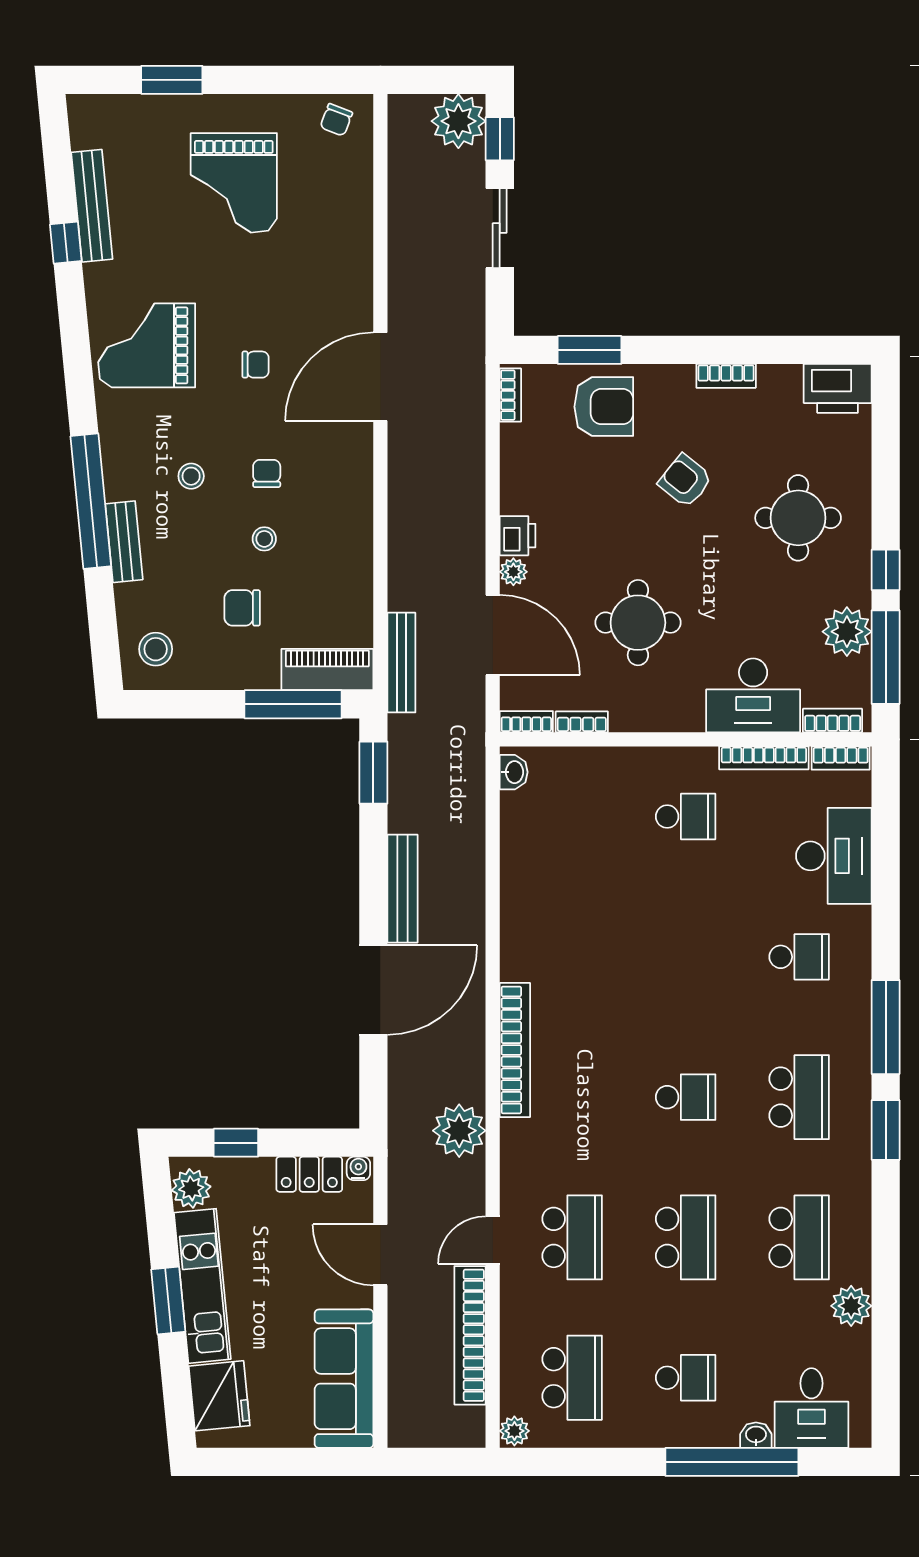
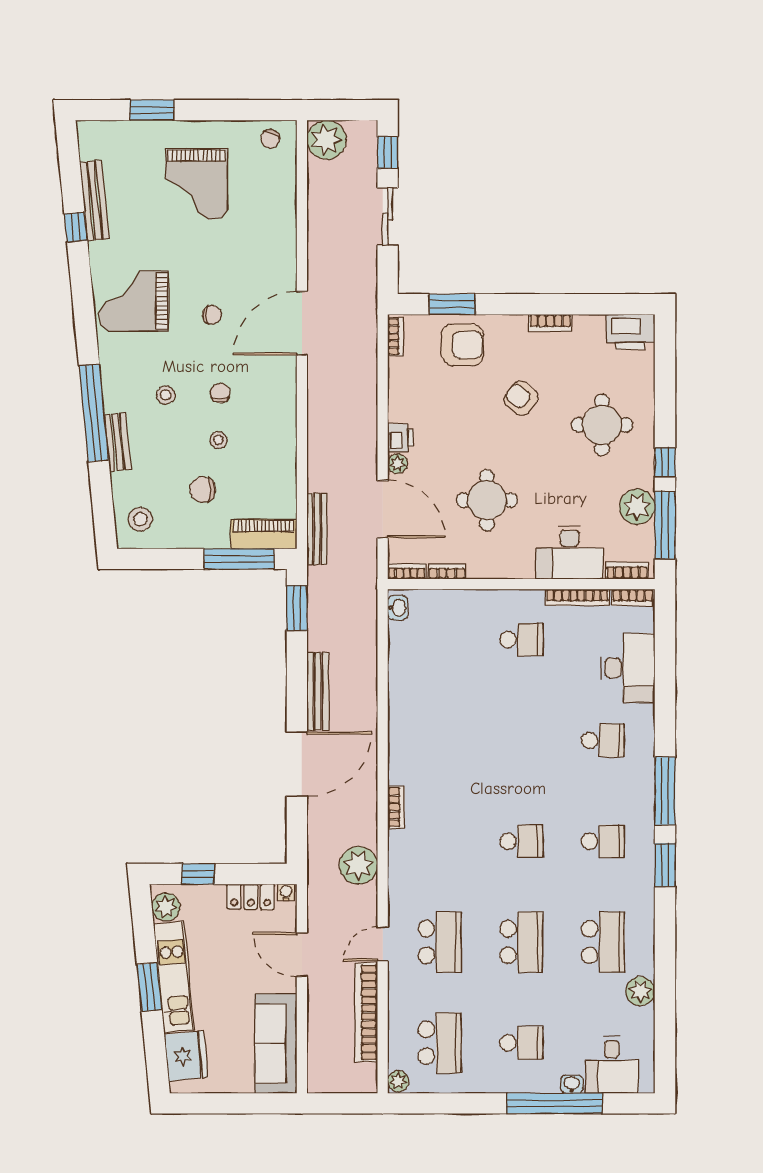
plant: (458, 121) -> (326, 140), moved
bookcase: (515, 1050) -> (396, 807), width x0.43, depth x0.76
school desk: (799, 1097) -> (603, 841), width x0.54

